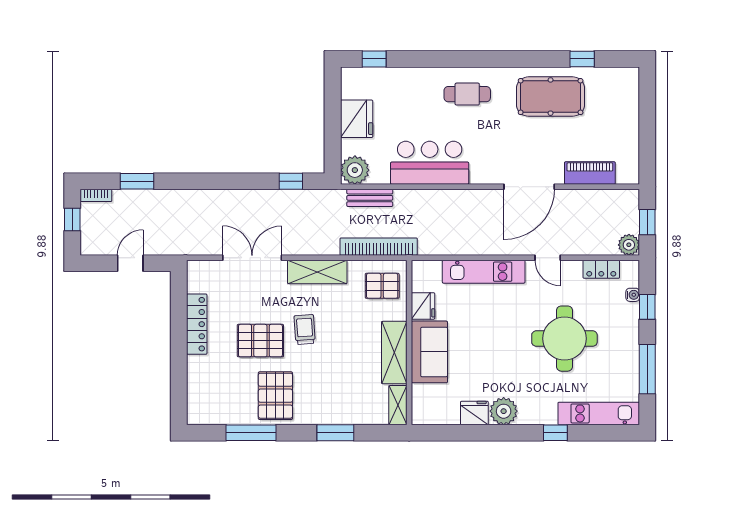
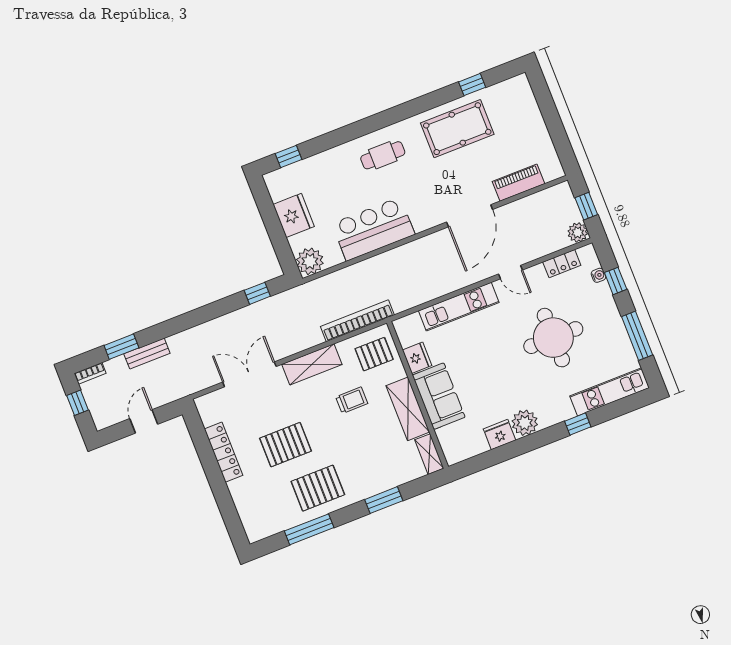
bench: (370, 198) -> (147, 353), moved
trolley: (305, 330) -> (352, 400), moved, turned 94
pallet: (275, 396) -> (318, 488), turned 90

